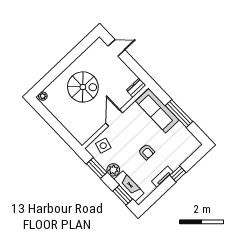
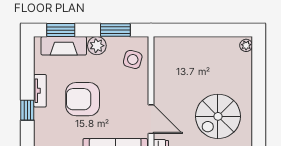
spiral stairs: (83, 87) -> (218, 116), moved
door: (114, 118) -> (151, 119), moved
armchair: (146, 152) -> (83, 99), width x1.88, depth x1.88

